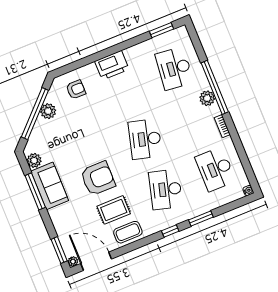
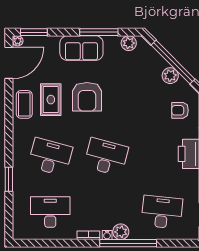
armchair: (76, 90) -> (180, 110), turned 90
sofa: (50, 186) -> (81, 48), moved
water cooler: (248, 191) -> (107, 235), moved
window: (170, 231) -> (9, 145), removed

